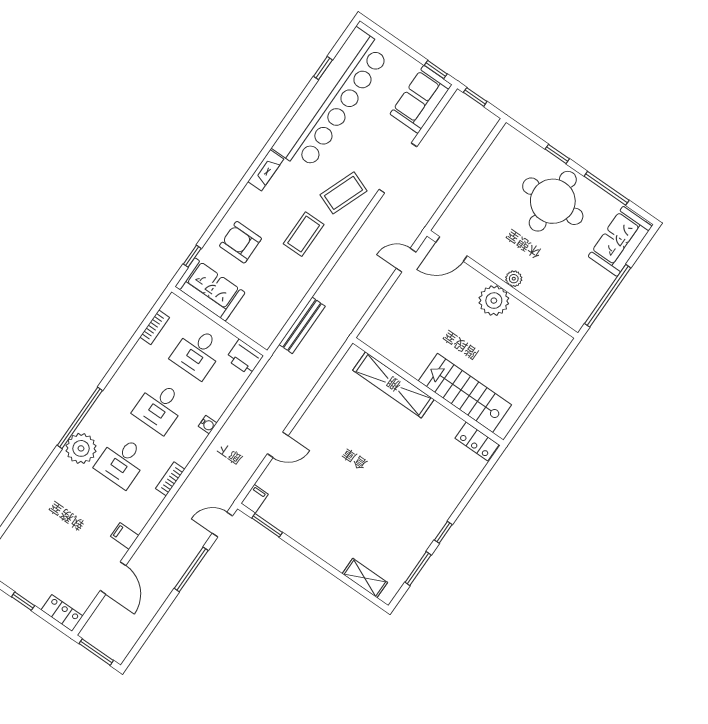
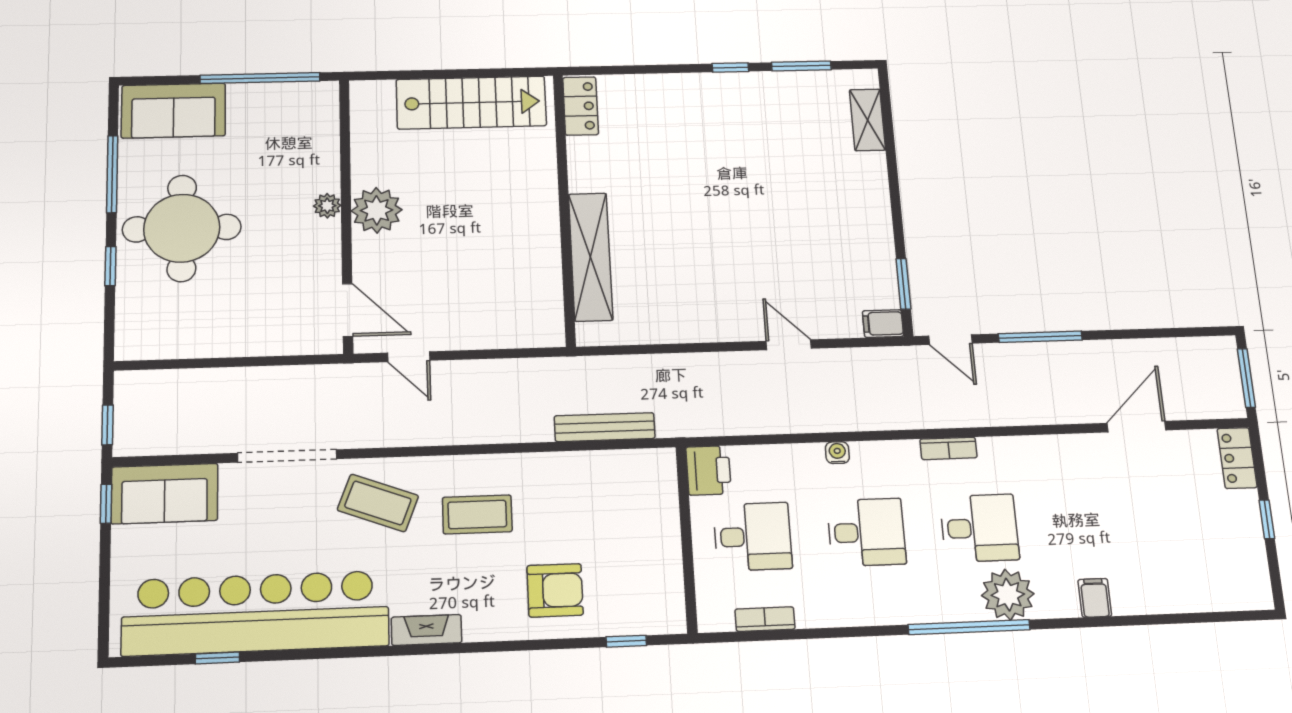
armchair: (241, 242) -> (555, 590), turned -90
sofa: (210, 289) -> (653, 583), removed
stairs: (465, 393) -> (471, 103), moved, turned -90
filing cabinet: (125, 536) -> (1095, 598), moved, turned 180

